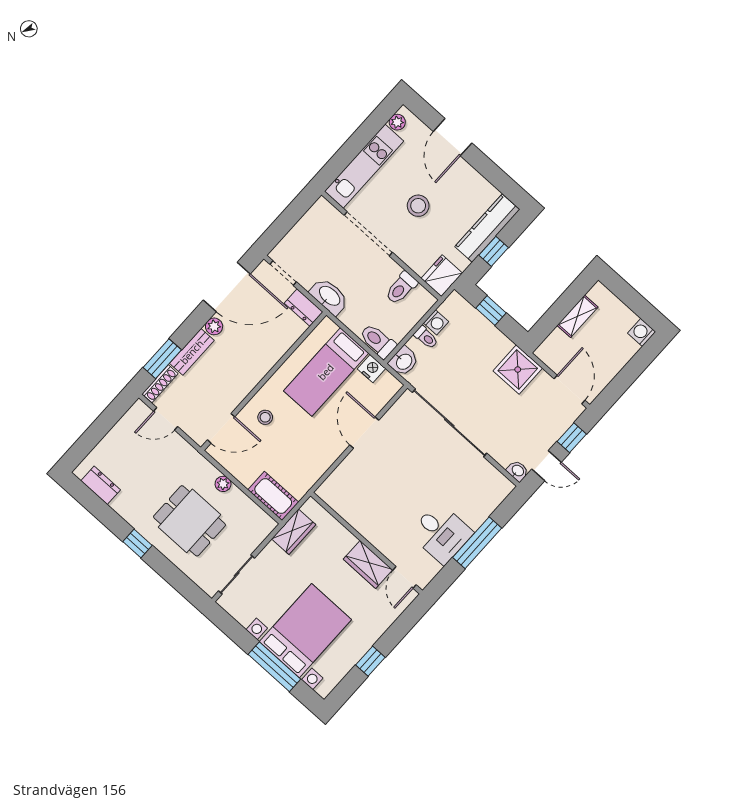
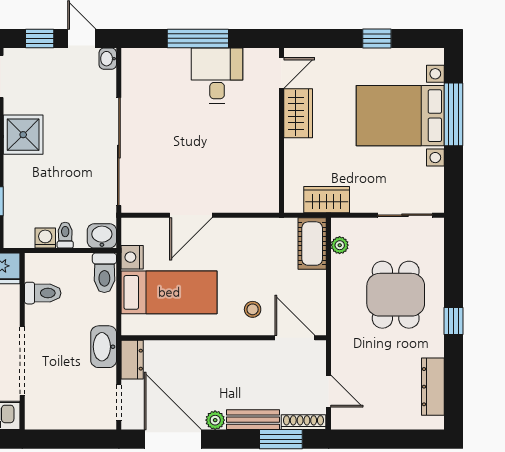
plant: (223, 484) -> (340, 245), moved
dresser: (101, 485) -> (433, 387), width x1.44

